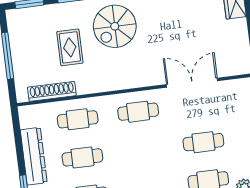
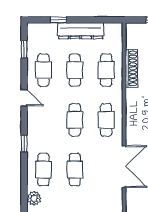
shoe rack: (52, 91) -> (131, 68), moved
cafe table: (143, 150) -> (75, 120), added

